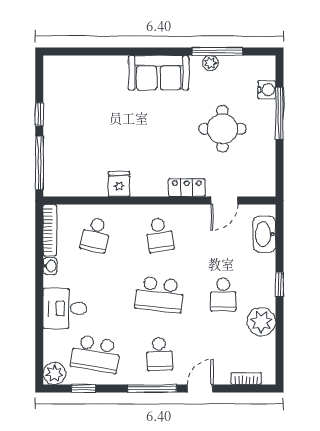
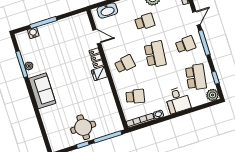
round table: (222, 129) -> (83, 127), moved
fridge: (119, 184) -> (99, 74), moved
door: (200, 388) -> (196, 18), swing flipped

